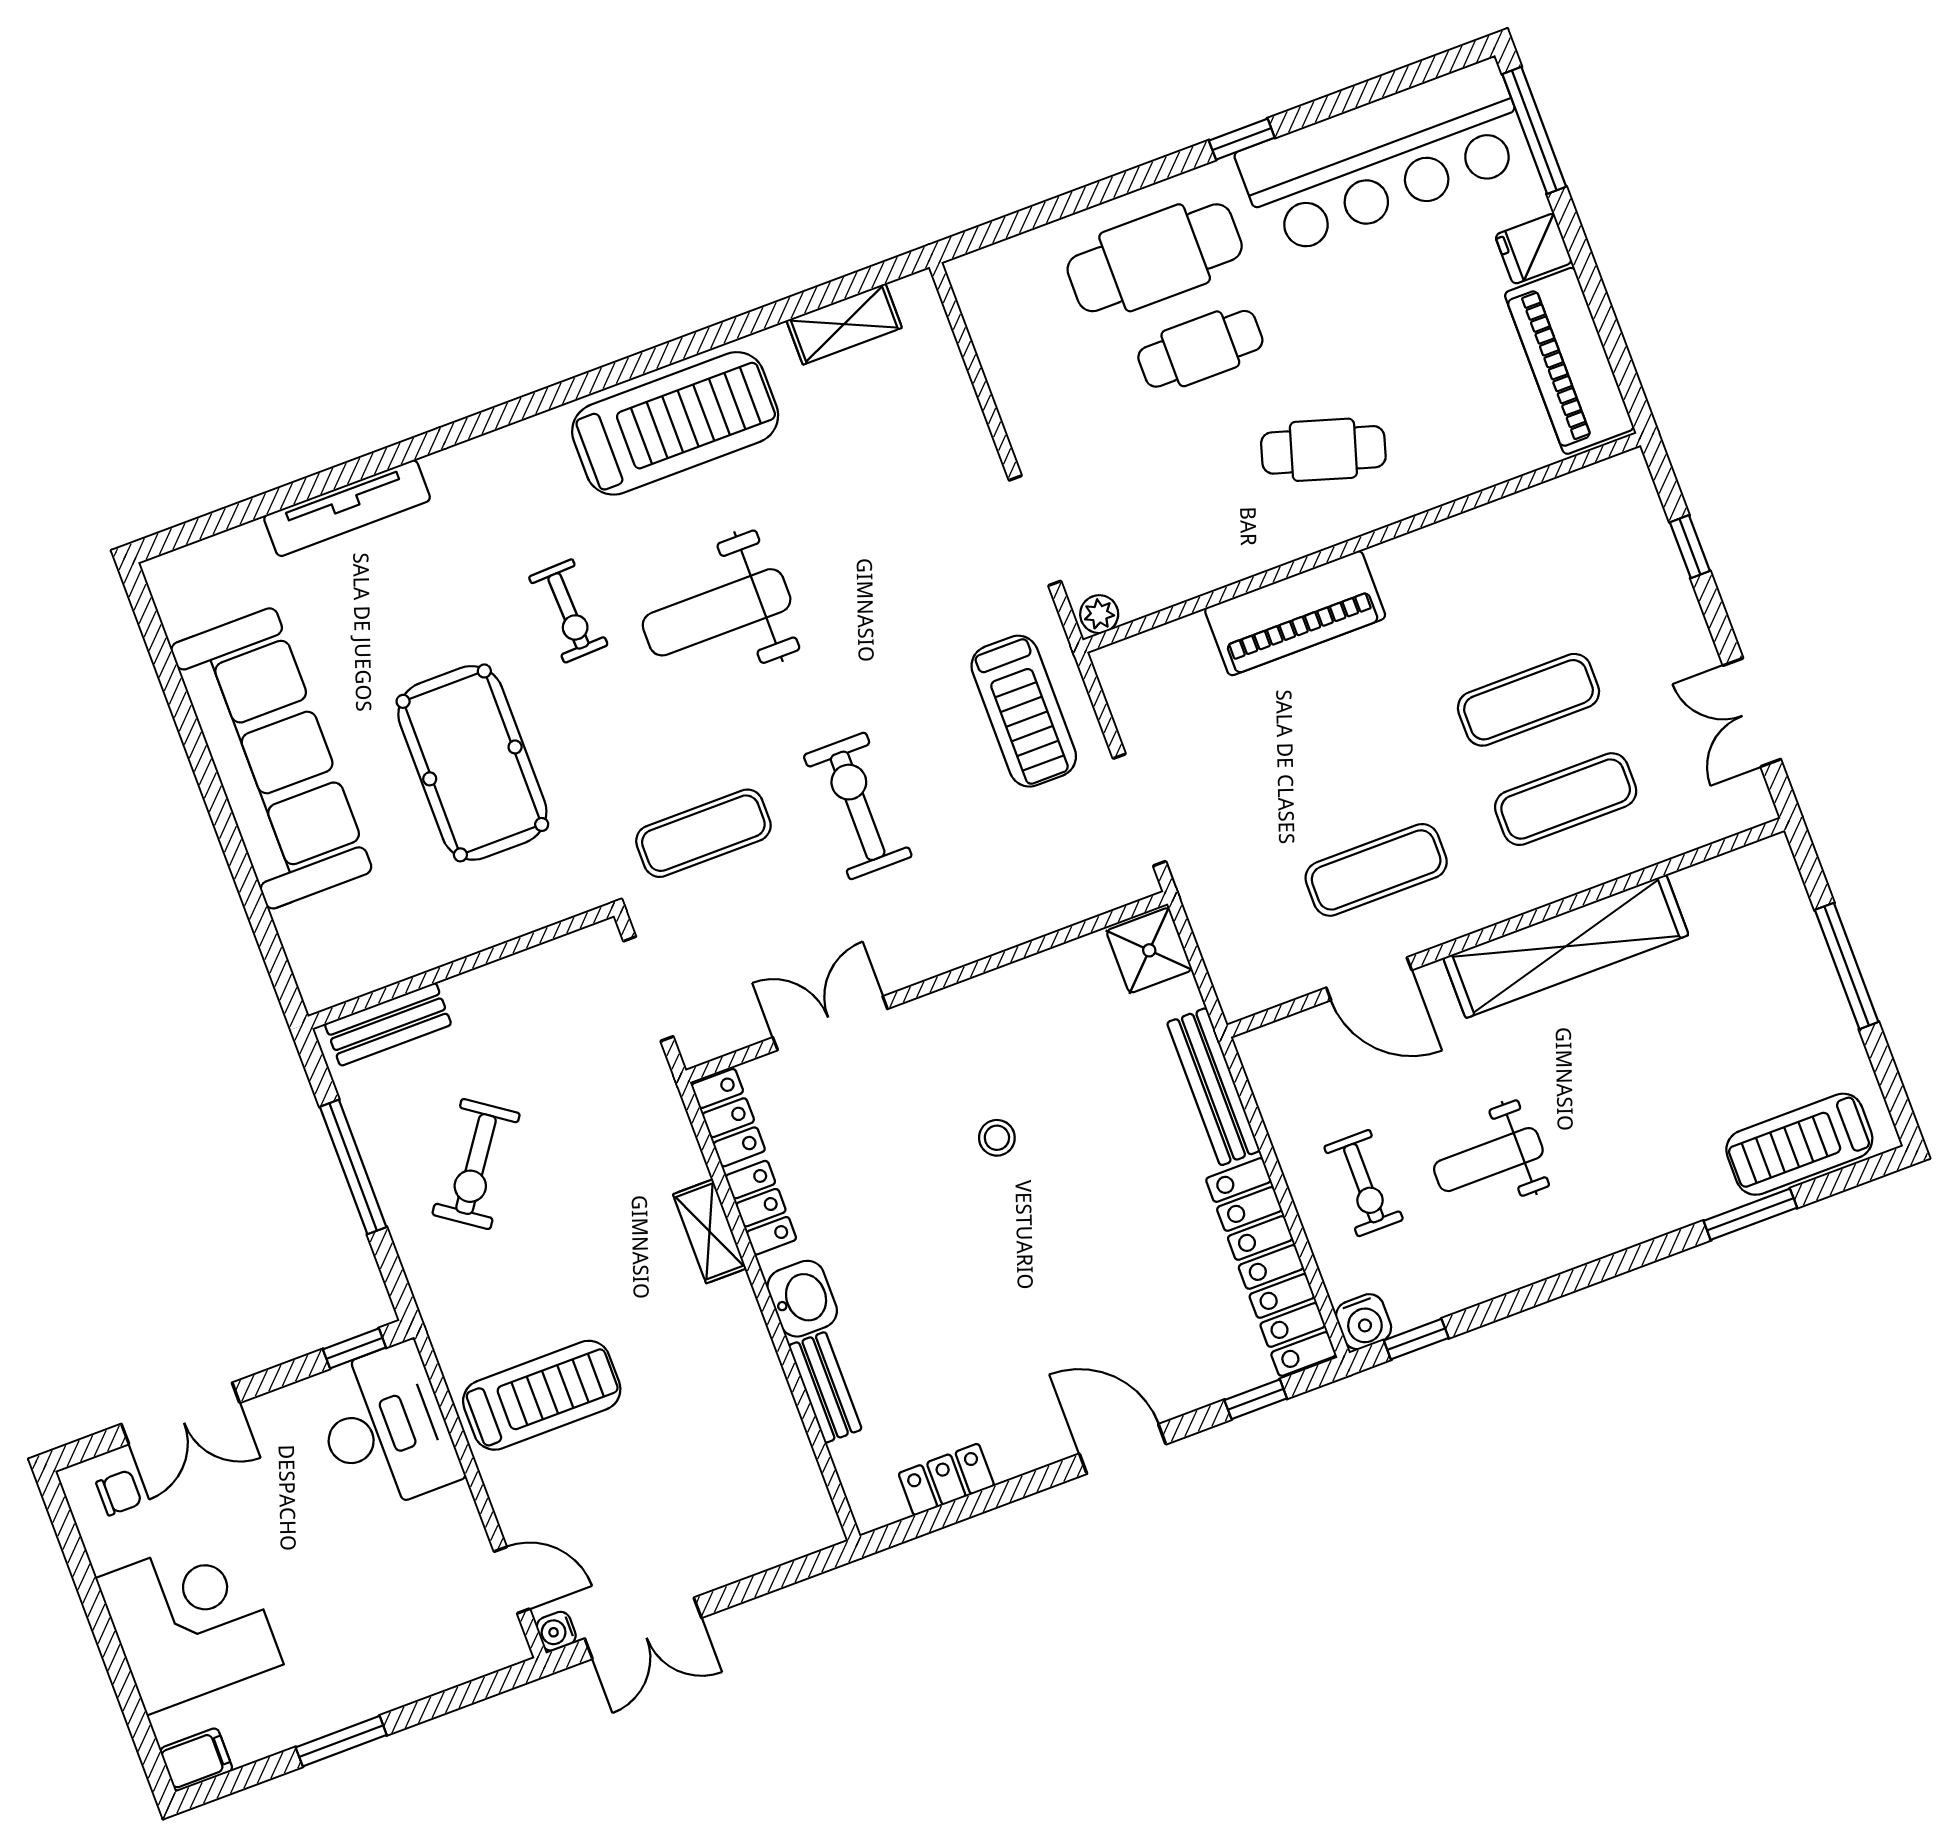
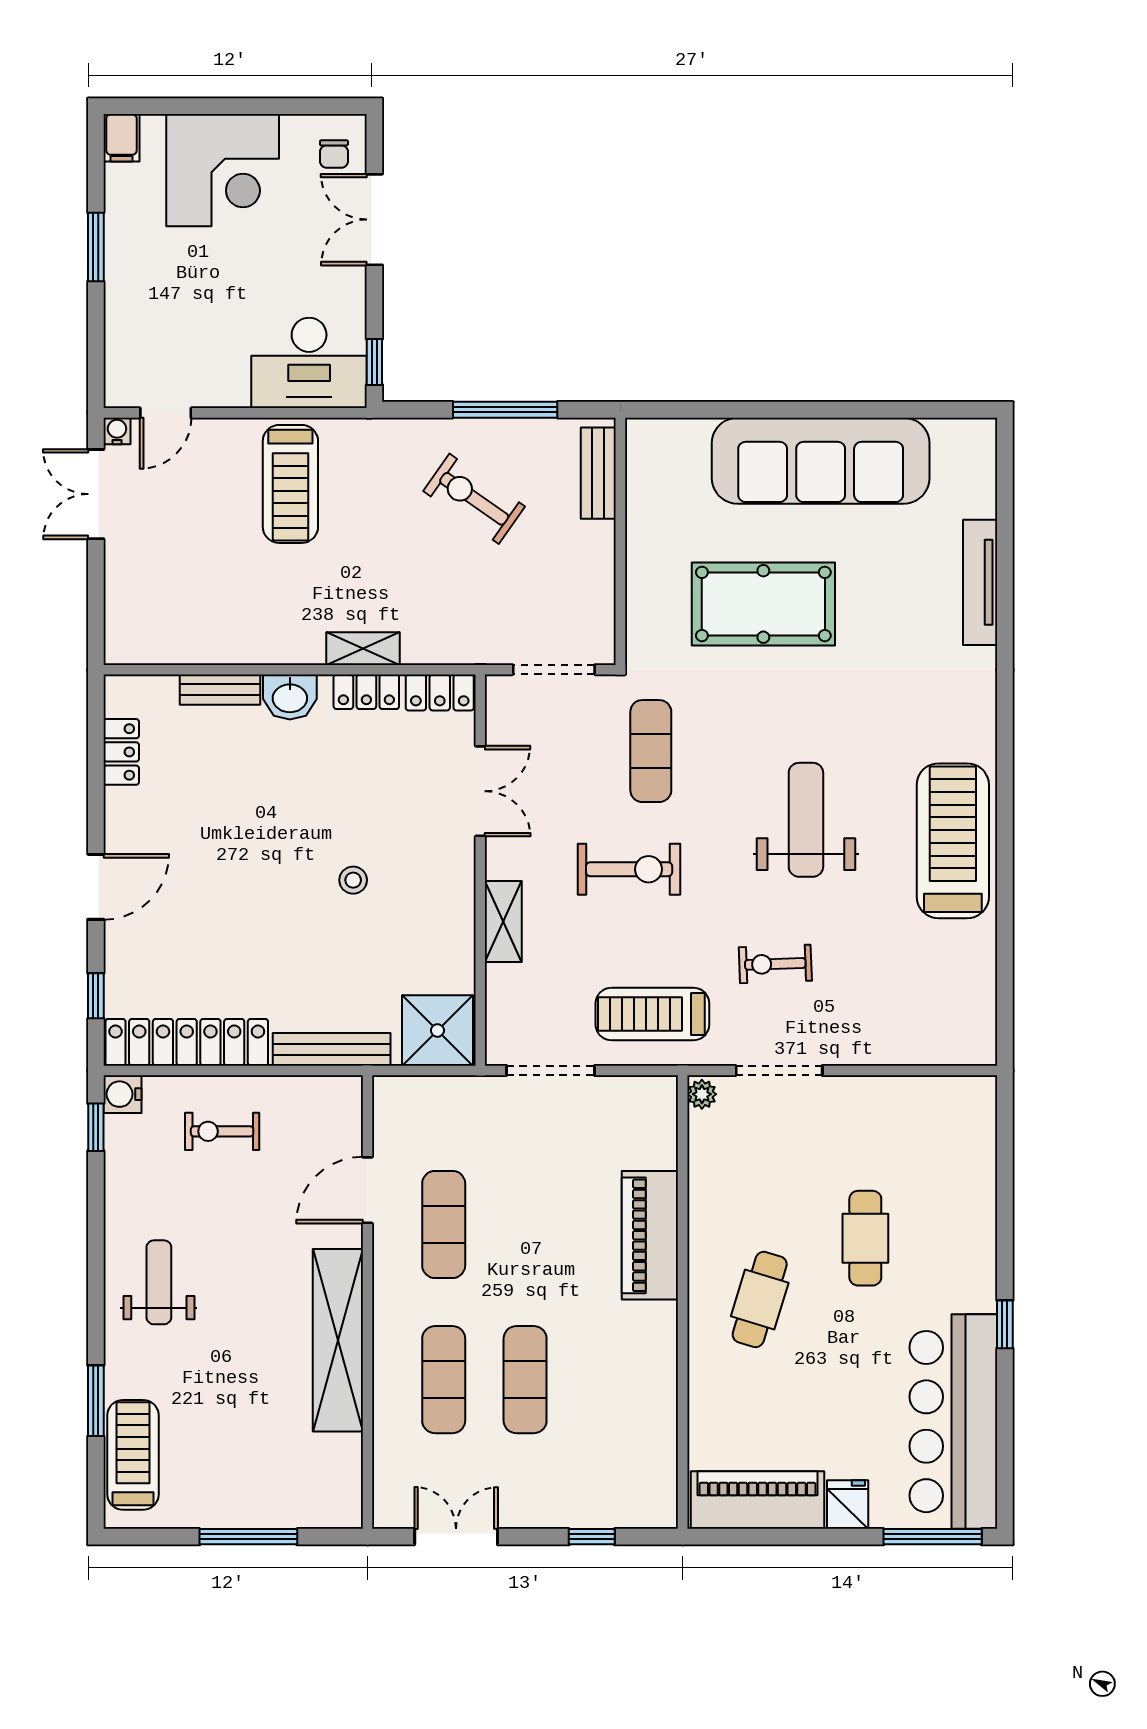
cafe table: (1155, 258) -> (943, 1230), removed
shelving: (844, 324) -> (503, 922), moved
treadmill: (675, 423) -> (953, 841), turned 180
exercise bike: (568, 611) -> (775, 964), moved
shower: (1149, 950) -> (437, 1030), width x1.36, depth x1.36
weight bench: (1488, 1160) -> (159, 1282), moved

